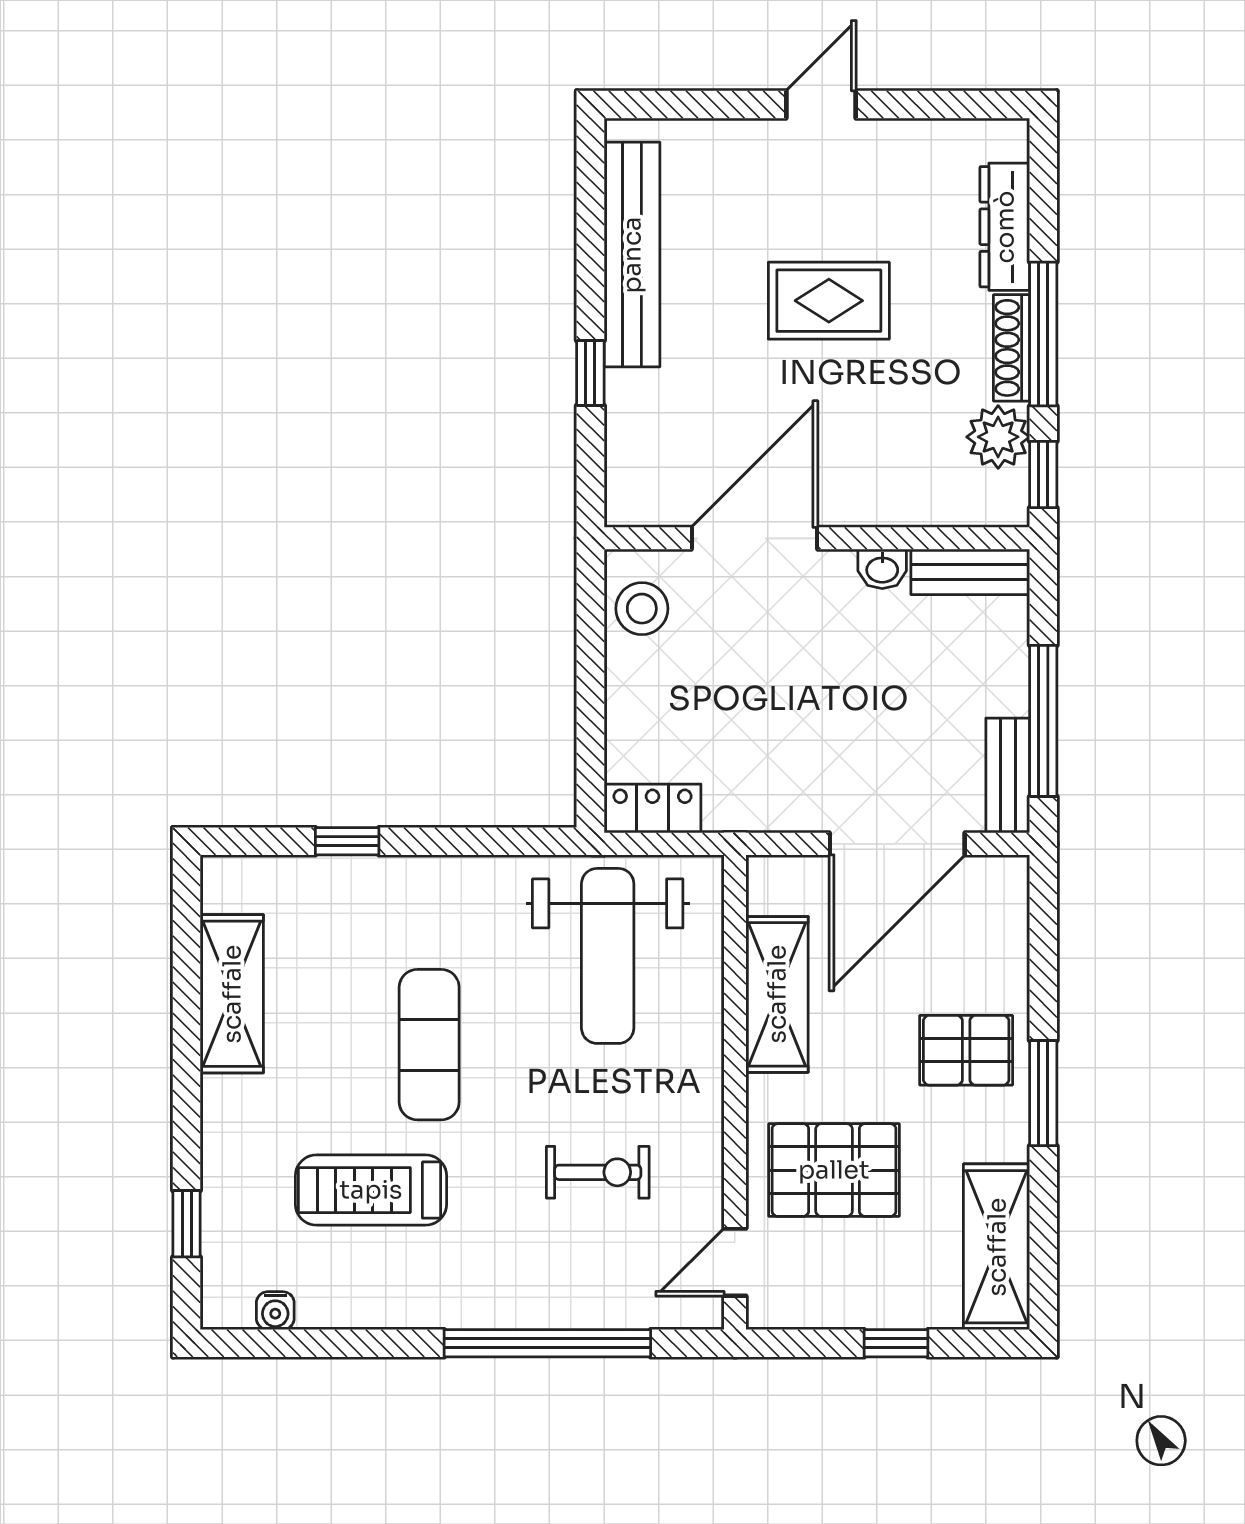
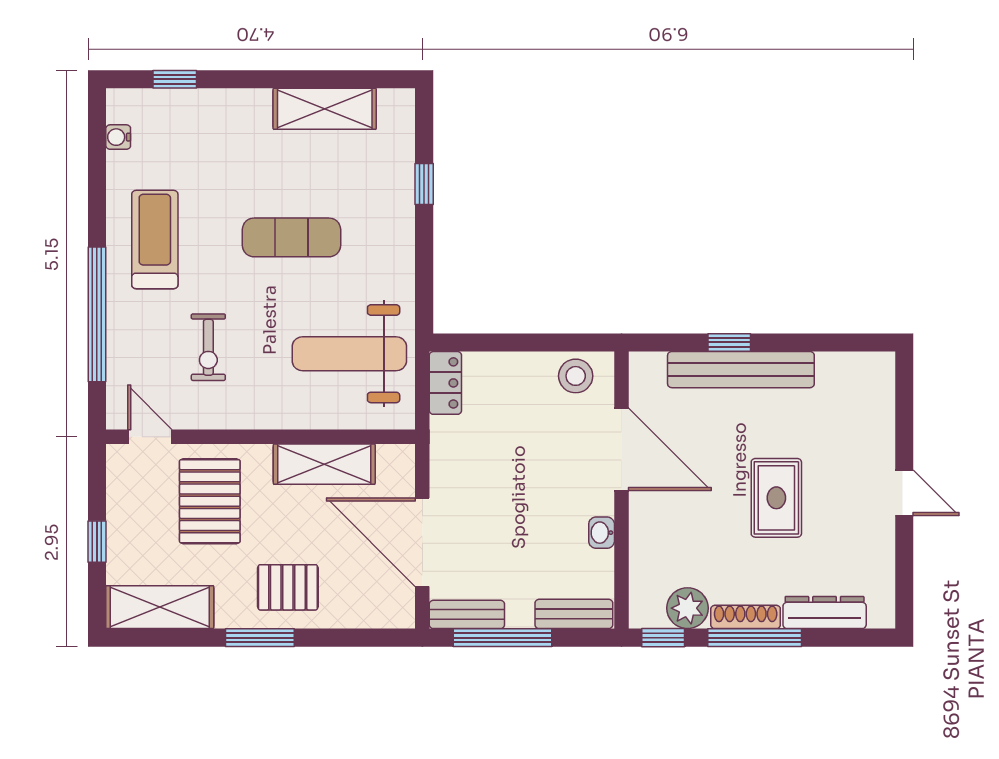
bench: (632, 255) -> (741, 370), moved
bench: (970, 572) -> (574, 614), moved, turned 90
pallet: (966, 1050) -> (288, 587), turned 90
treadmill: (371, 1190) -> (155, 240), moved

